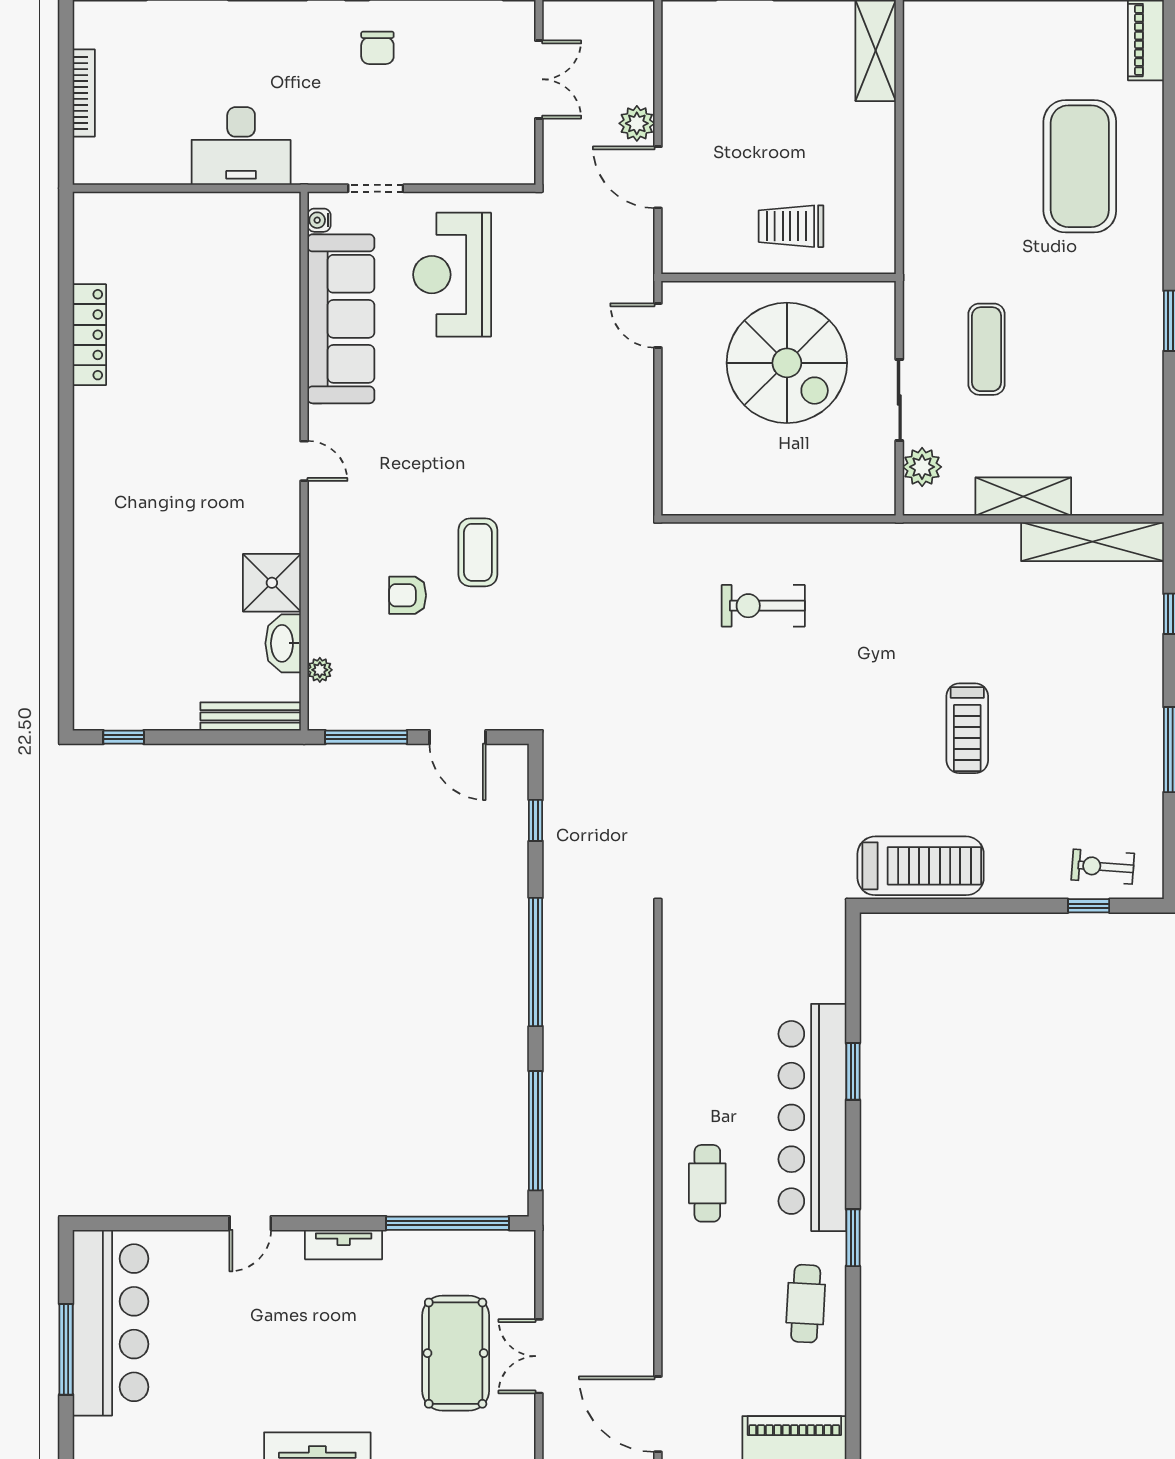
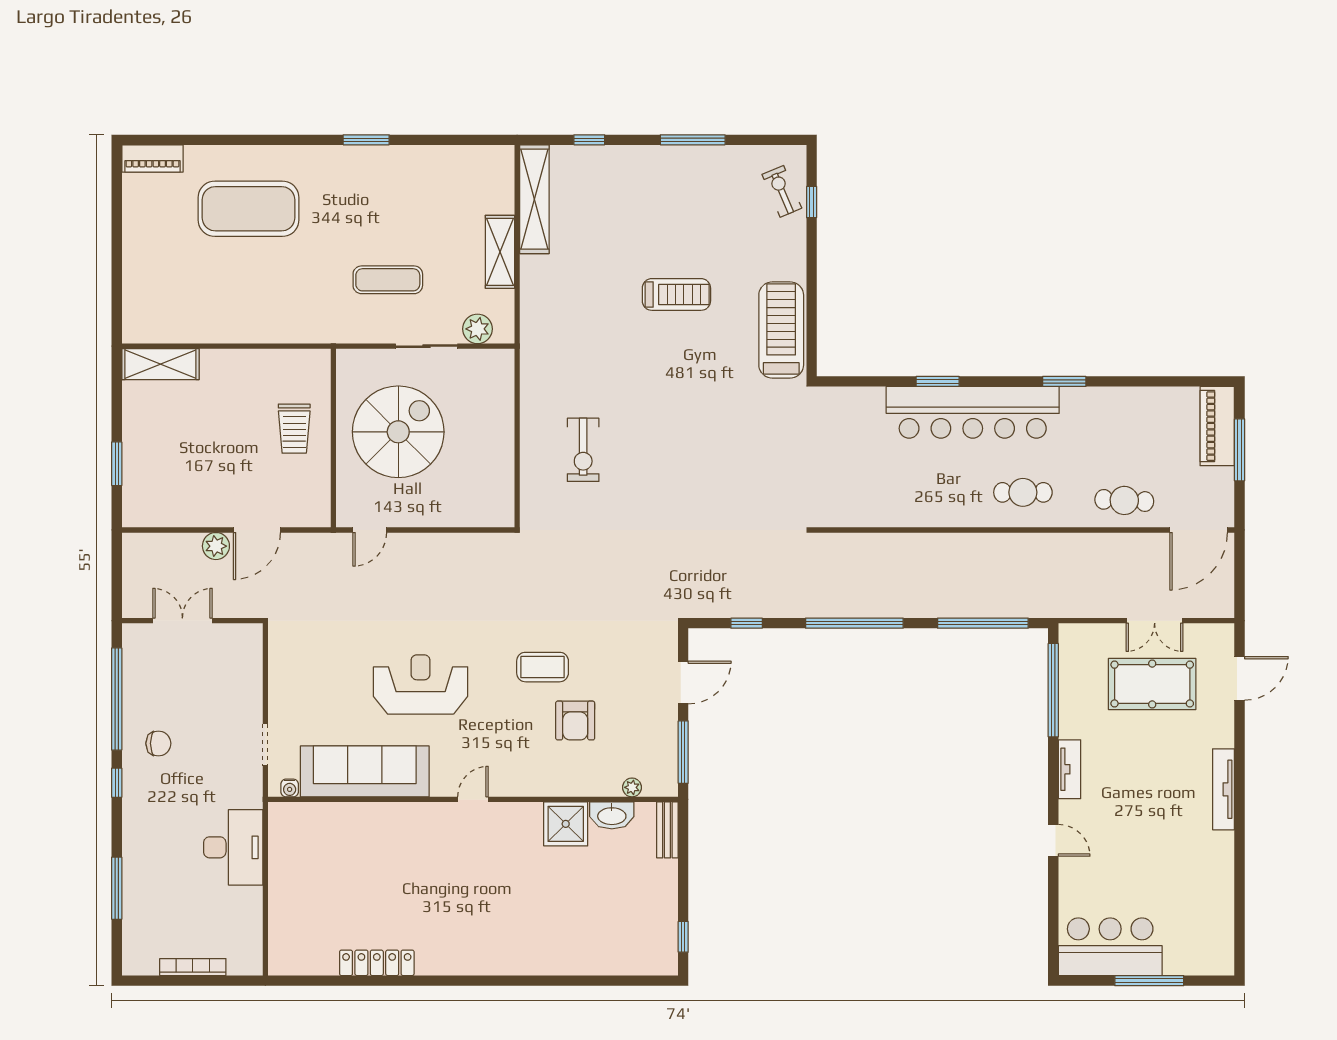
reception desk: (452, 275) -> (421, 685), moved, turned 180
armchair: (408, 595) -> (575, 721), width x1.38, depth x1.38
bench: (251, 716) -> (667, 830), width x0.73
exercise bike: (1103, 867) -> (782, 191), turned 153
cafe table: (806, 1304) -> (1124, 500), moved
bar counter: (111, 1323) -> (1110, 947), width x0.73

